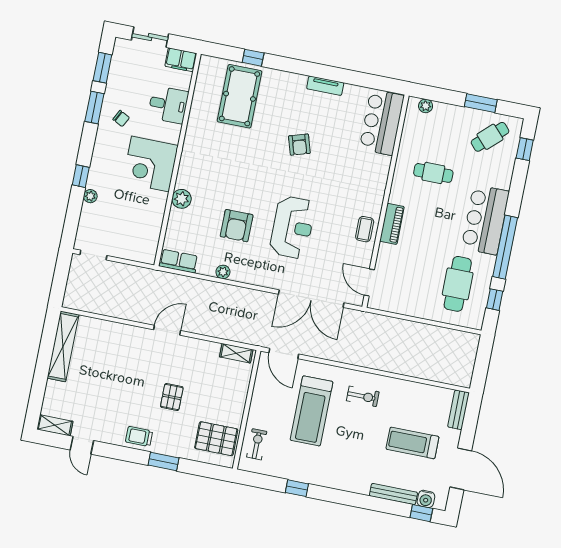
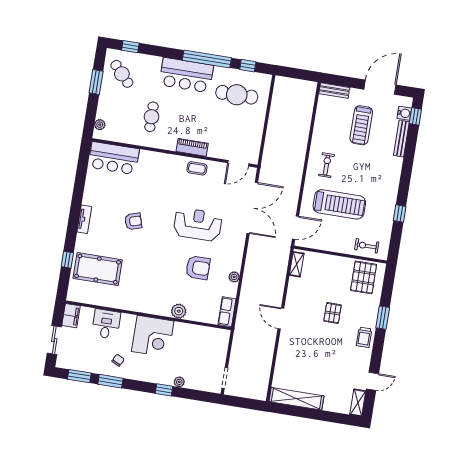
tv unit: (325, 86) -> (84, 219), moved
pallet: (172, 397) -> (333, 313), turned 90

